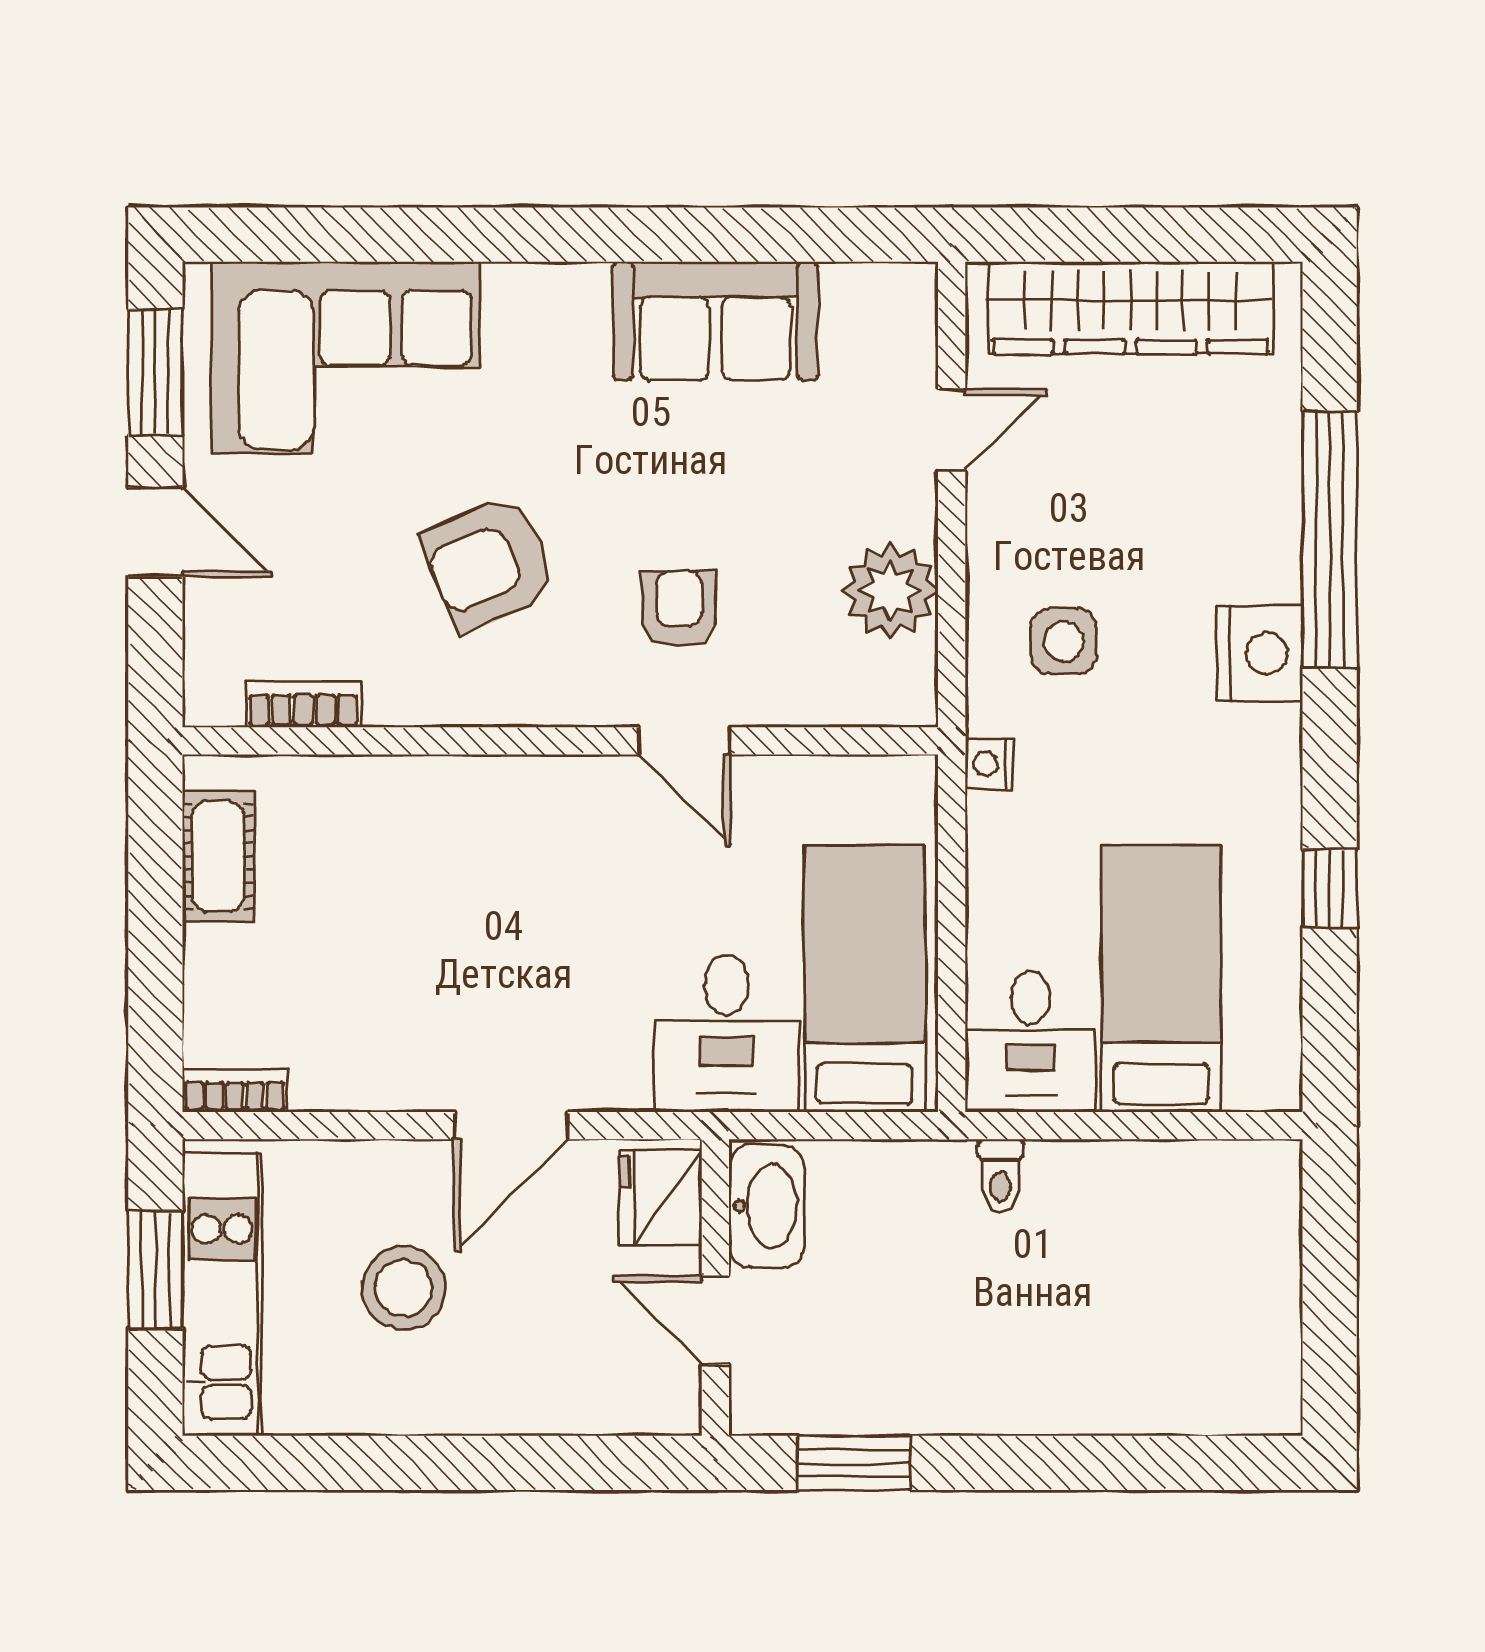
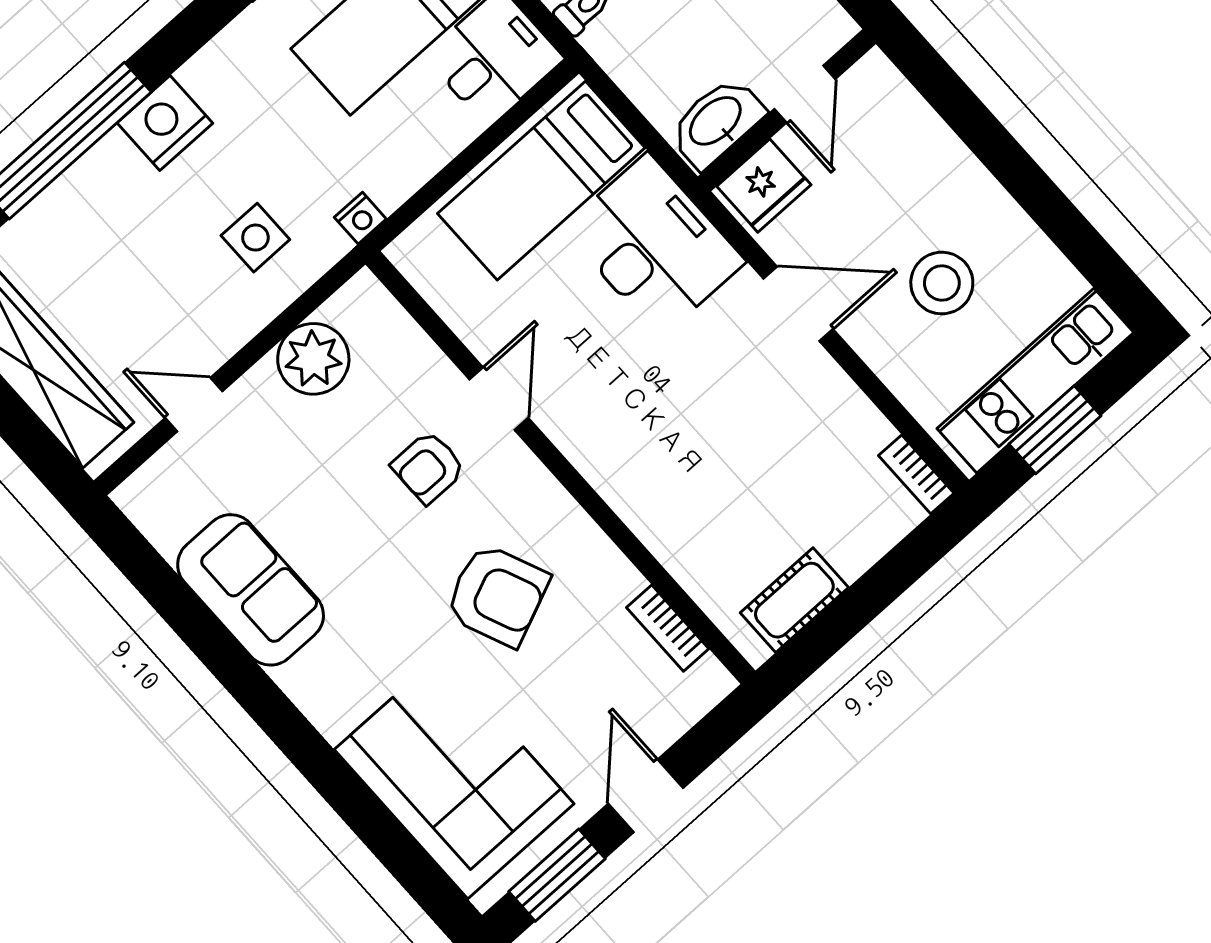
desk: (726, 1033) -> (654, 245), width x1.37

